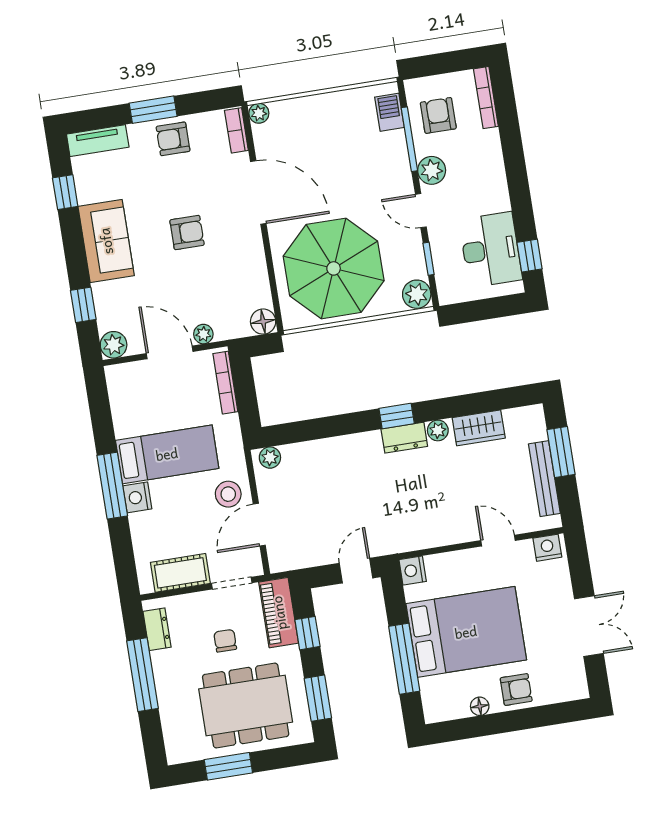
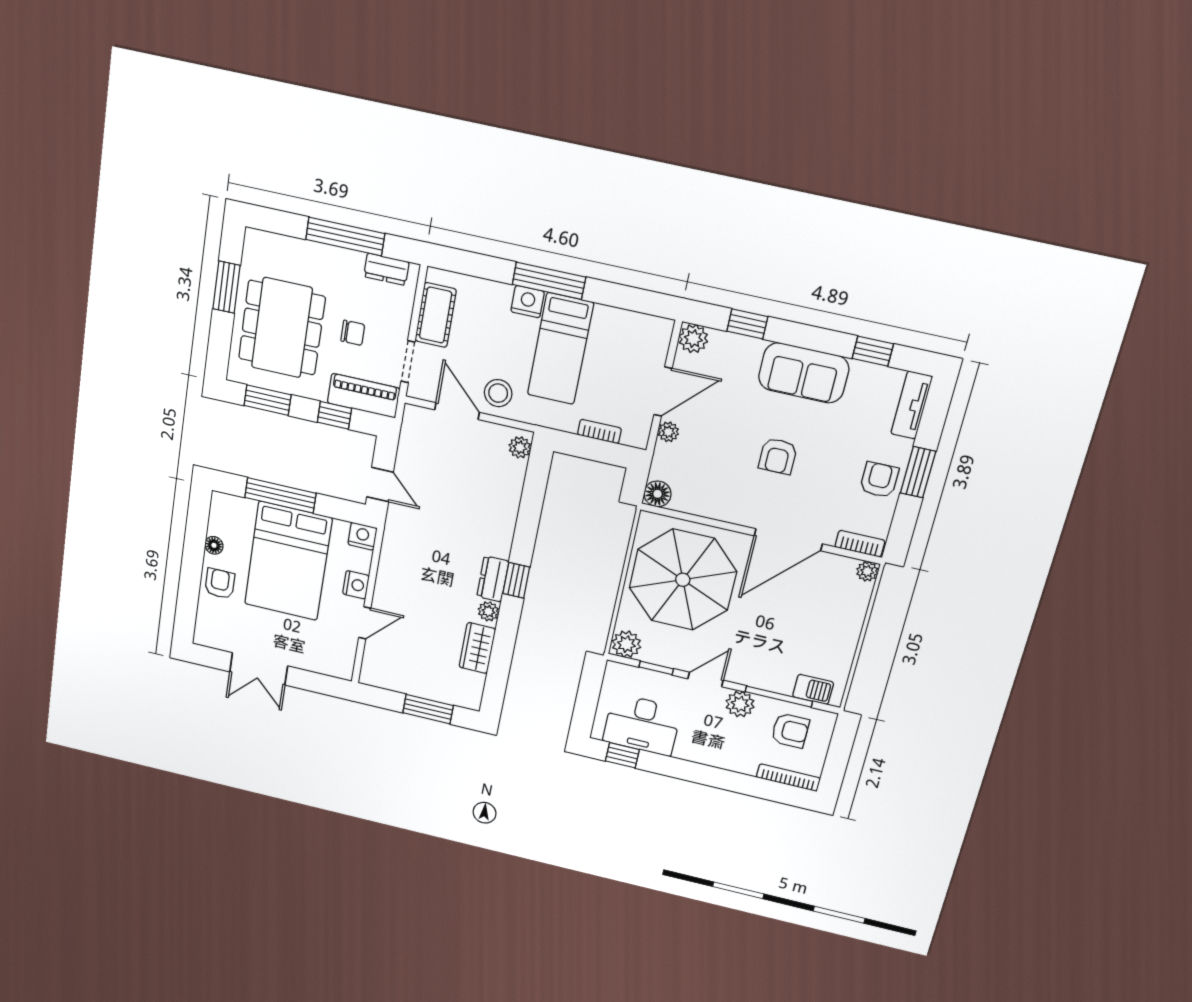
bookcase: (225, 383) -> (599, 431), width x0.64
bench: (544, 479) -> (409, 685), removed
nightstand: (547, 548) -> (356, 585), moved
armchair: (516, 690) -> (220, 584), turned 180

